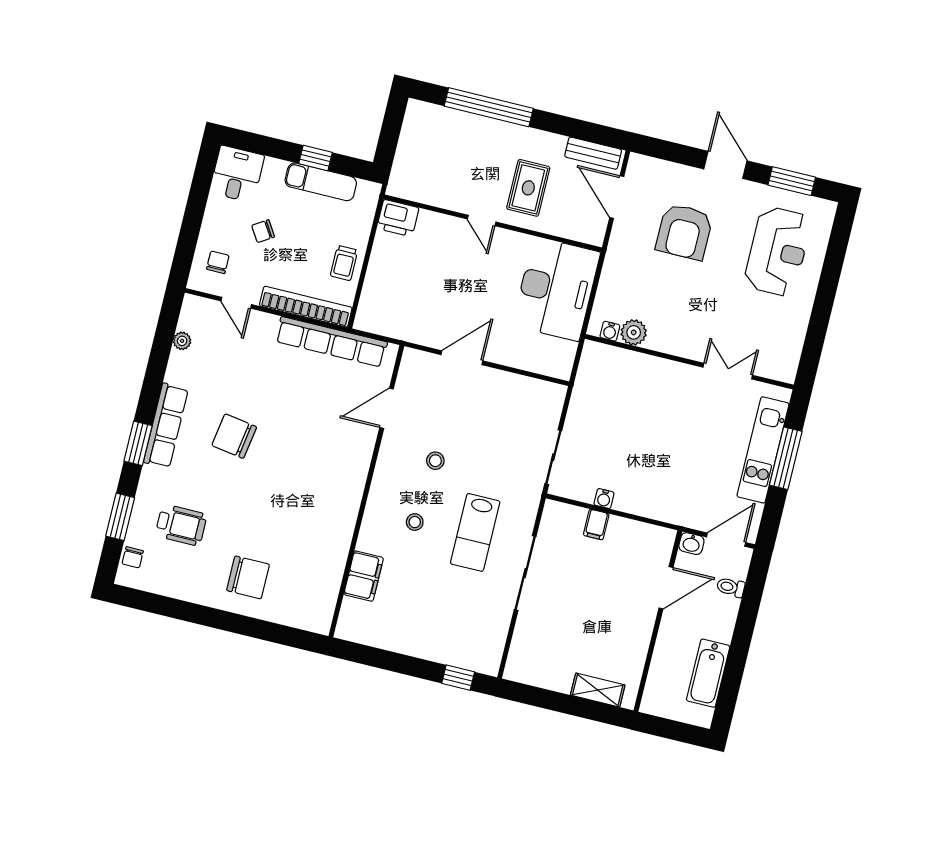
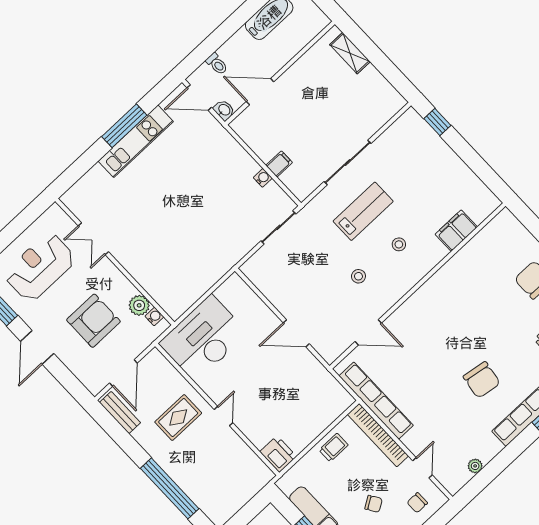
water cooler: (610, 331) -> (154, 317), moved
plant: (634, 332) -> (139, 305), moved
wall: (689, 362) -> (115, 262), moved
double door: (728, 371) -> (93, 239), moved

